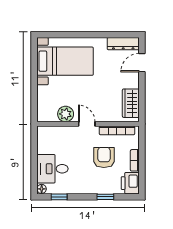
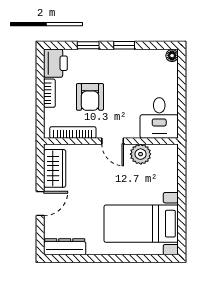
door: (142, 63) -> (40, 204), moved
desk: (52, 169) -> (159, 118), moved, turned 90
window: (59, 197) -> (124, 45), moved

